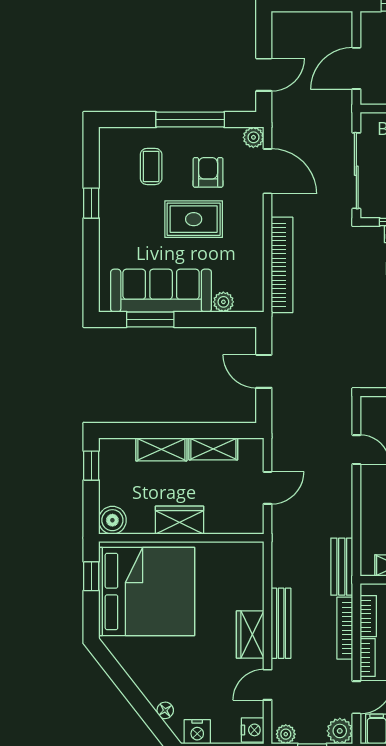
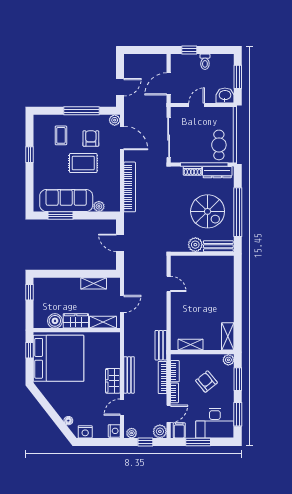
shelving: (161, 449) -> (103, 322), moved
boiler: (112, 520) -> (55, 321), moved

